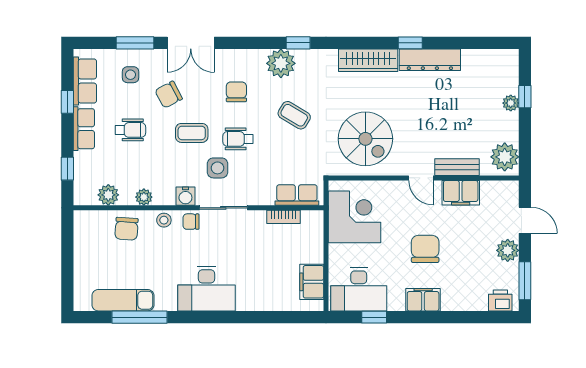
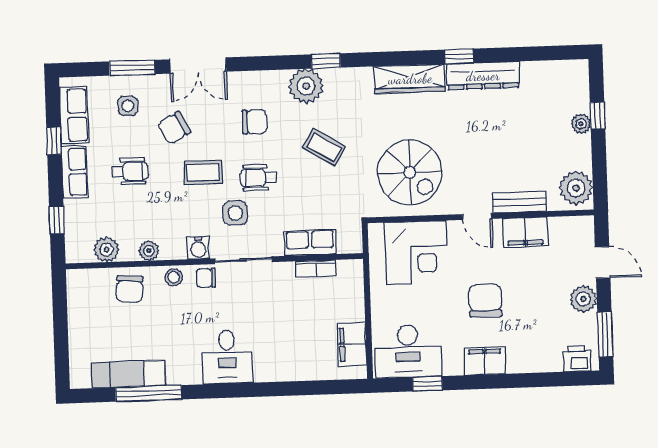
chair: (236, 92) -> (254, 122), turned 90
row of seats: (297, 195) -> (310, 243), moved
corner desk: (354, 217) -> (416, 252), moved, turned 90
desk: (207, 289) -> (227, 357), width x0.73

